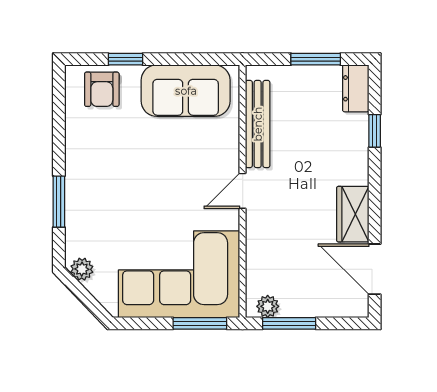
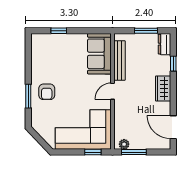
armchair: (102, 89) -> (47, 92), moved
sofa: (186, 91) -> (99, 54), moved, turned 90
wardrobe: (353, 214) -> (163, 88), moved
plant: (82, 269) -> (39, 127), removed
window: (200, 323) -> (93, 152), width x0.67

